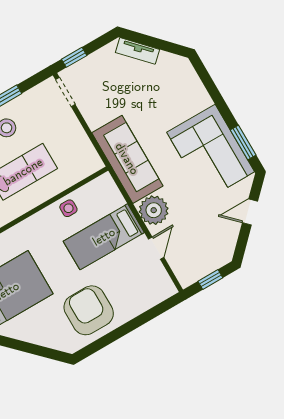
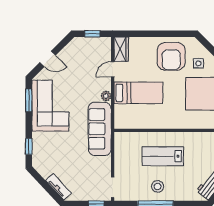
window: (208, 82) -> (29, 146), added
side table: (68, 208) -> (198, 63), moved
plant: (154, 210) -> (106, 96), width x0.53, depth x0.53
wardrobe: (160, 281) -> (121, 49), added

